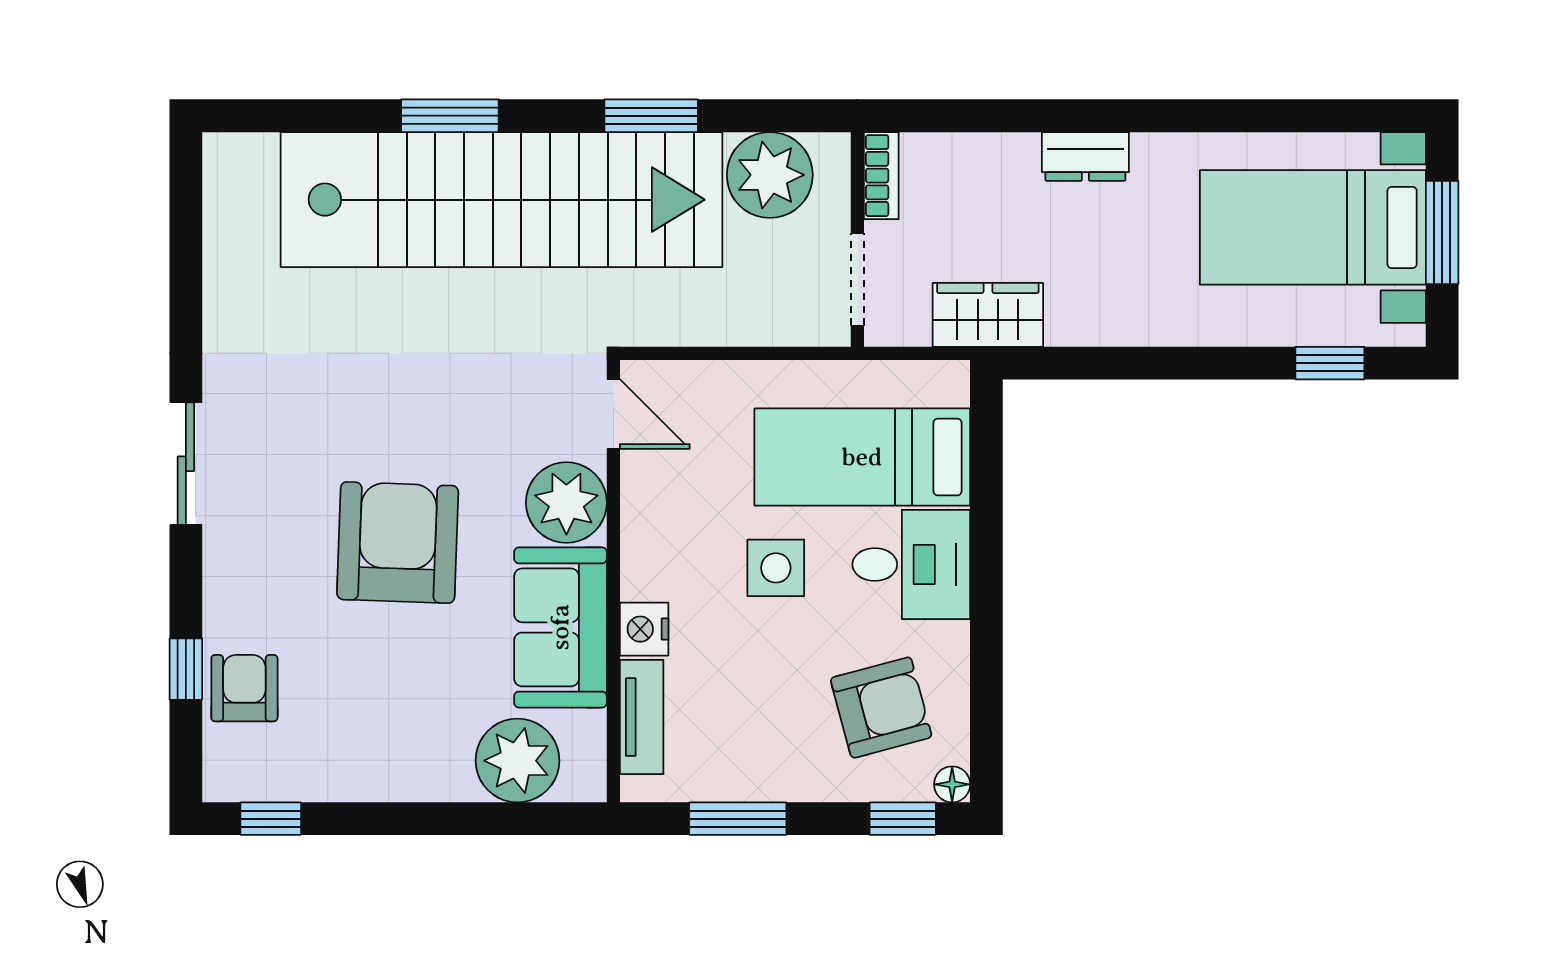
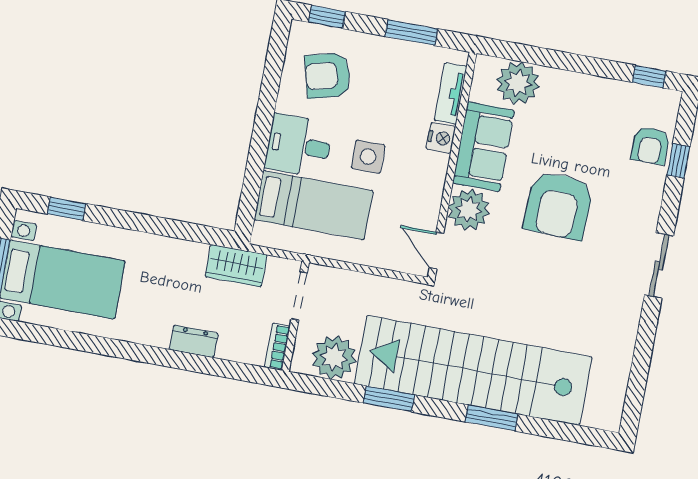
dresser: (1085, 156) -> (194, 341), moved
floor lamp: (952, 784) -> (299, 30), removed

